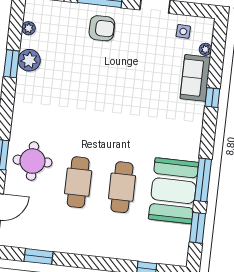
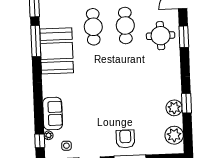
plant: (29, 28) -> (174, 135), width x1.87, depth x1.87
armchair: (102, 28) -> (125, 139), turned 90
window: (212, 98) -> (40, 141), moved
booth: (174, 191) -> (57, 51), moved

